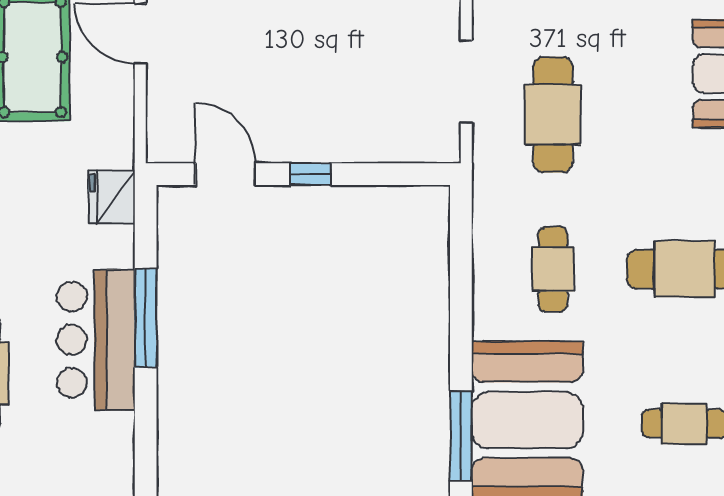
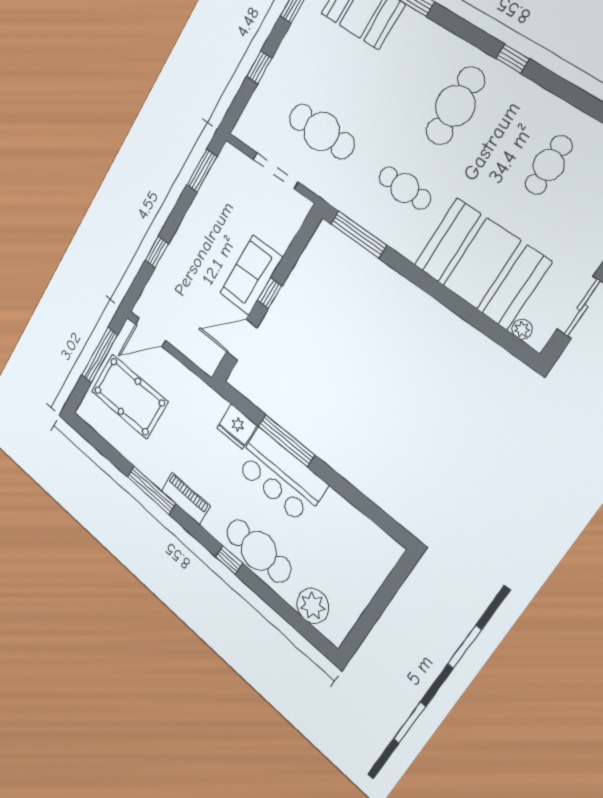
sofa: (316, 133) -> (251, 275), added
fridge: (112, 197) -> (237, 427), moved
window: (461, 436) -> (359, 234), moved

